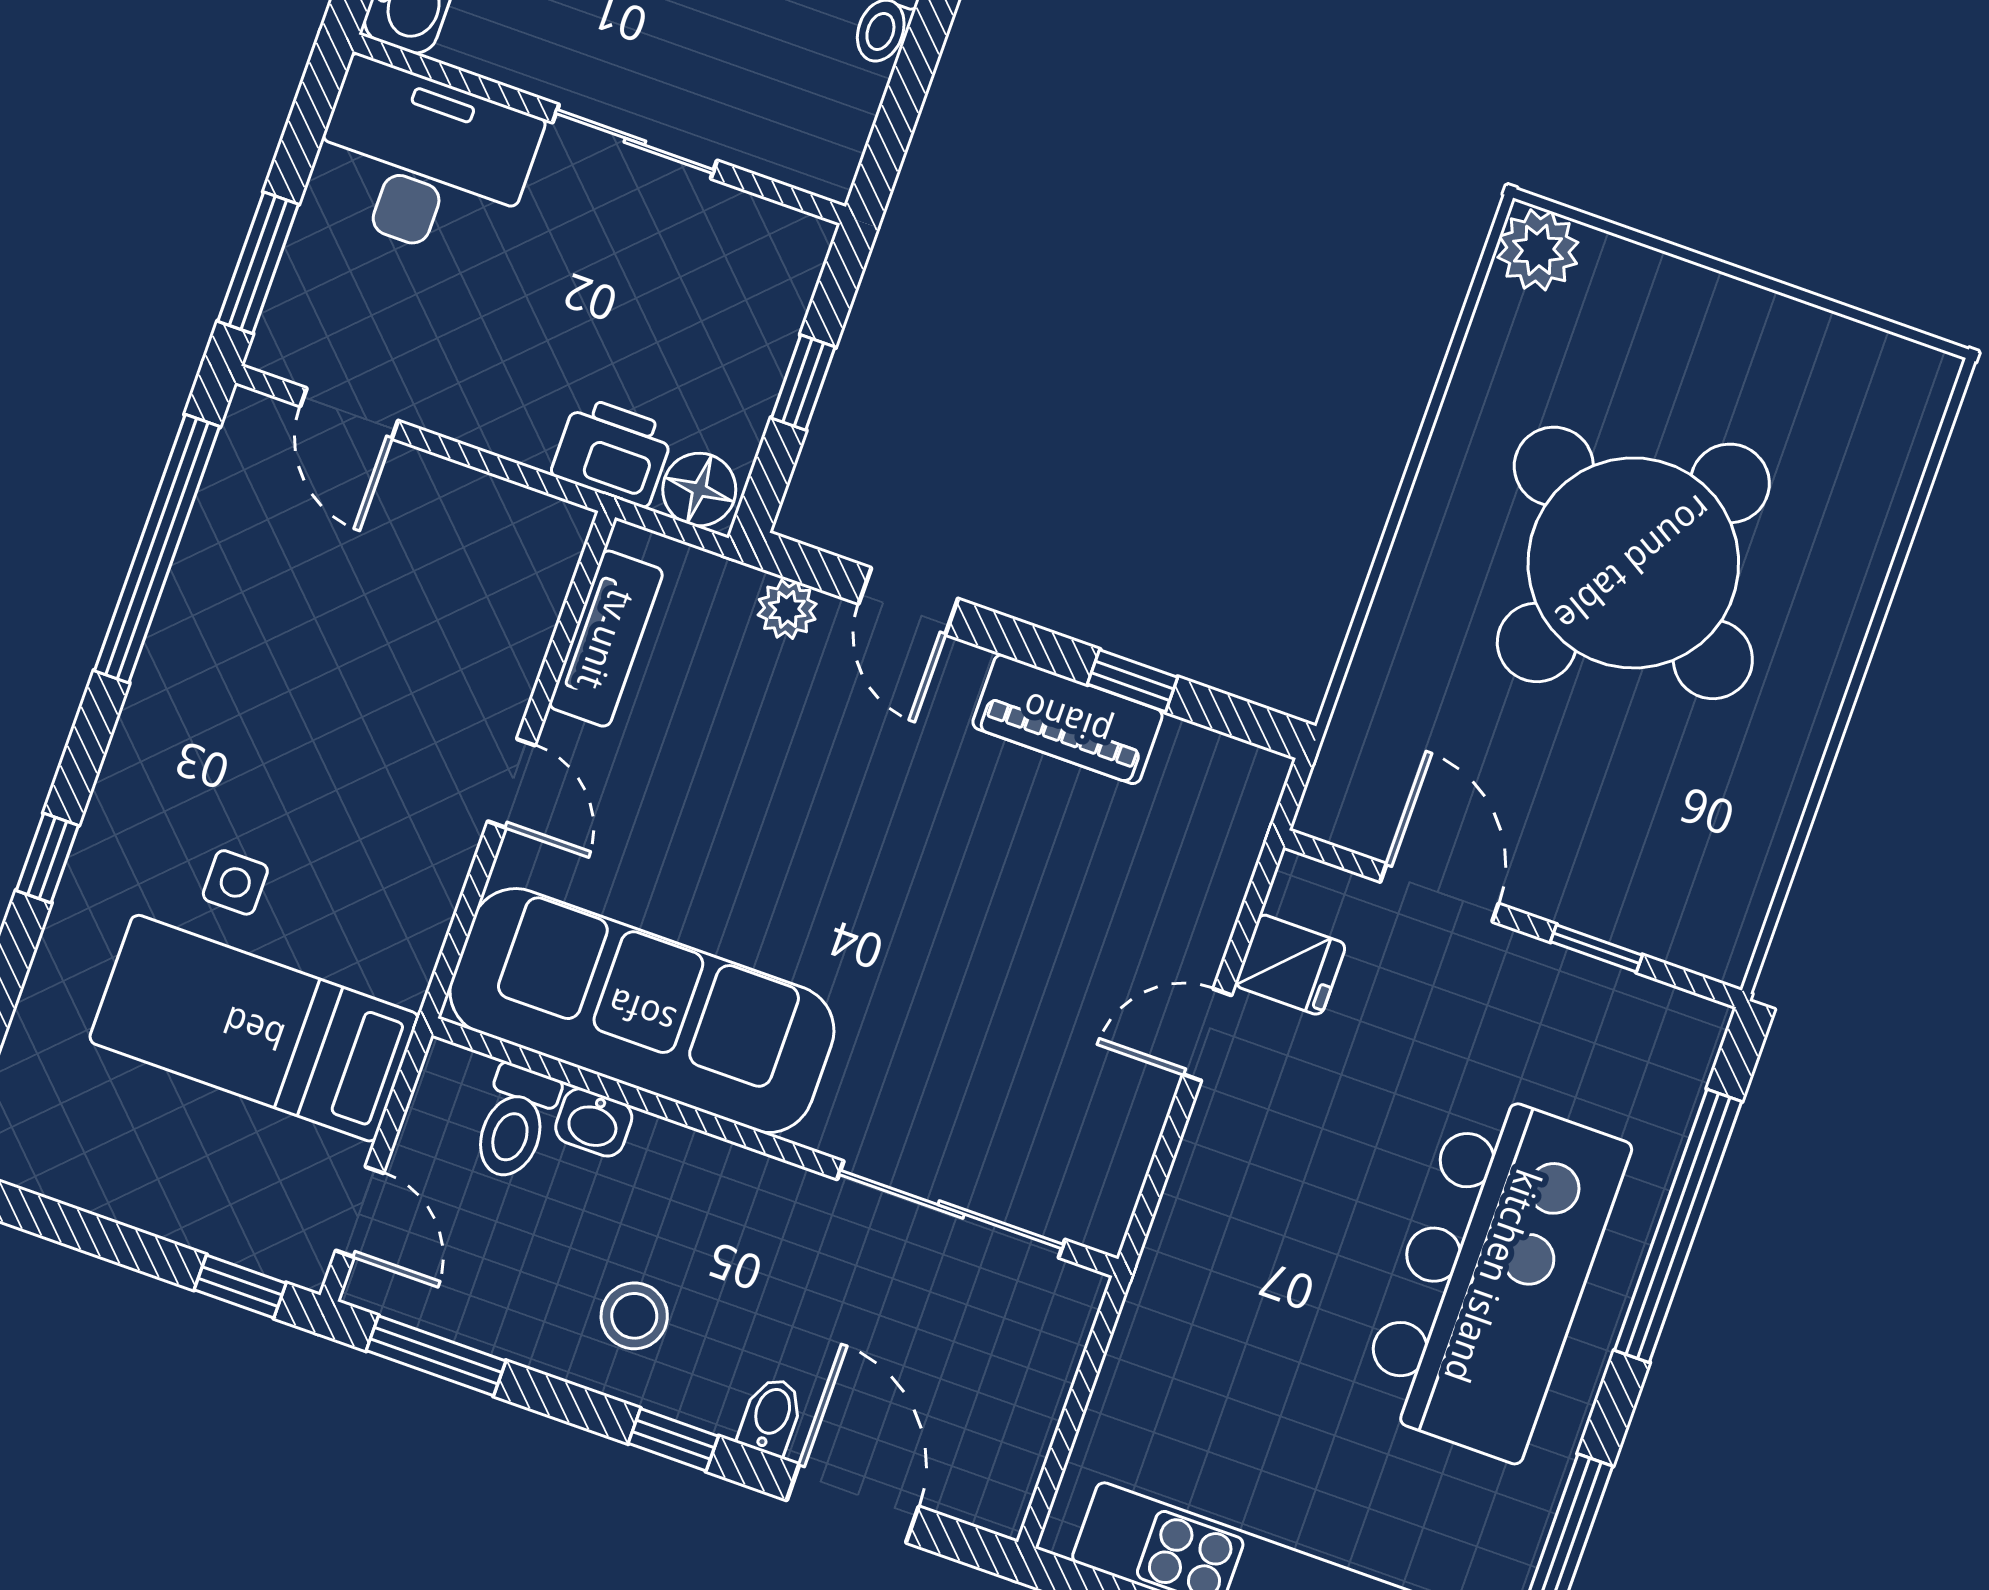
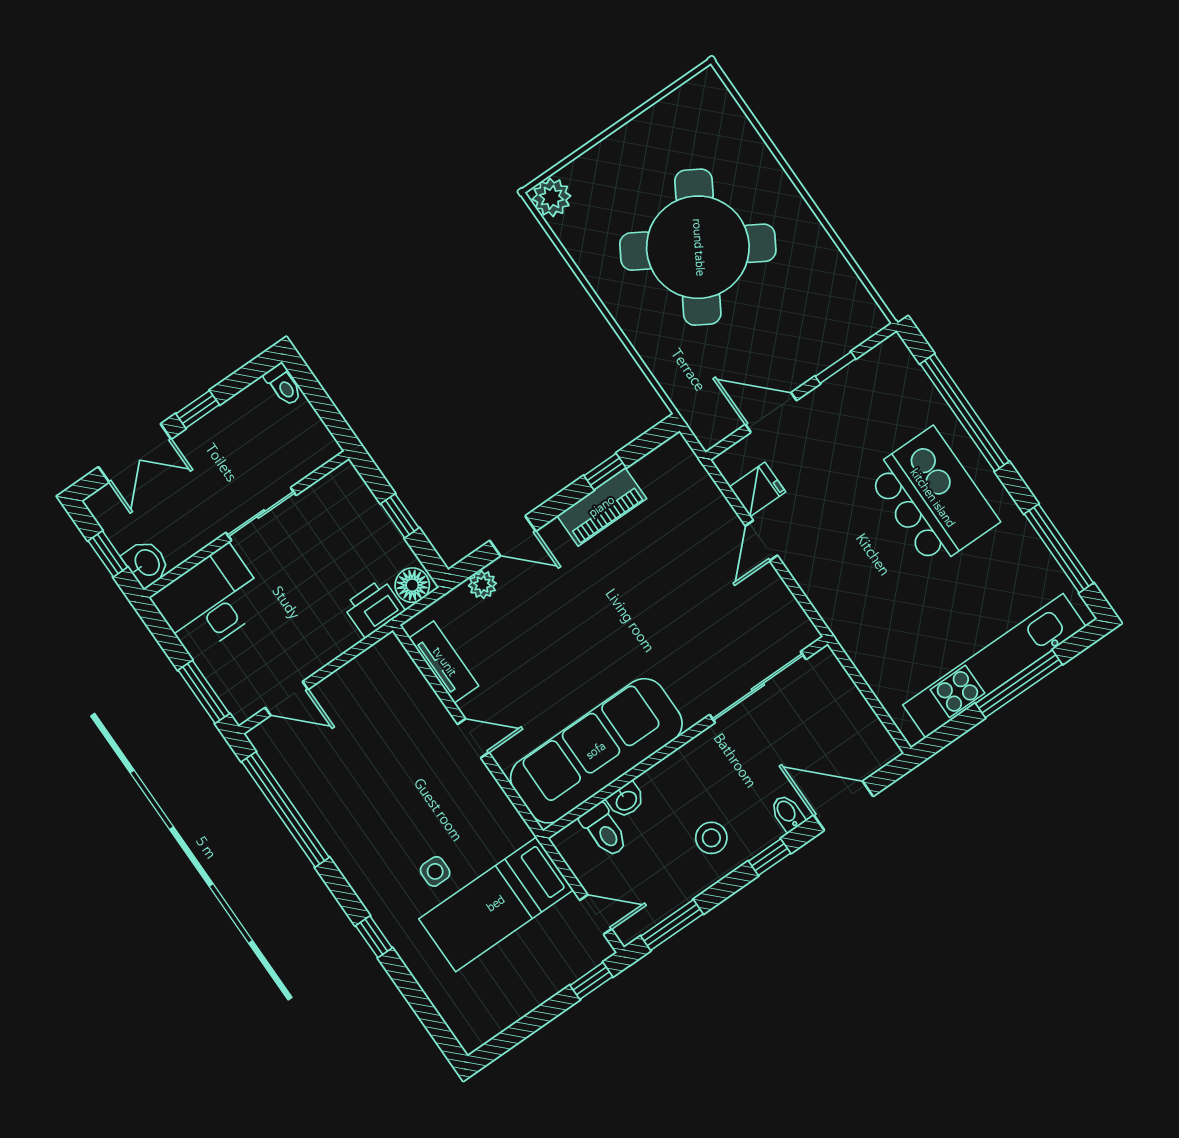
kitchen island: (1493, 1276) -> (932, 498), width x0.73

